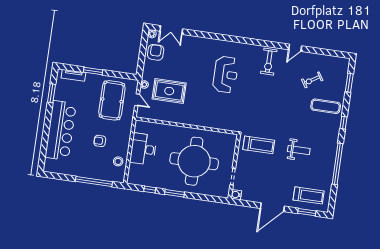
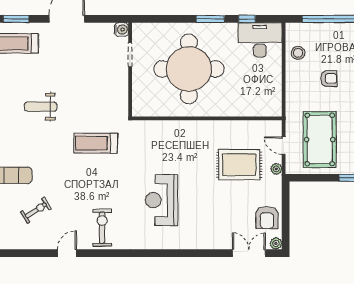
treadmill: (259, 145) -> (96, 143), moved
desk: (143, 149) -> (260, 40), moved, turned -90

